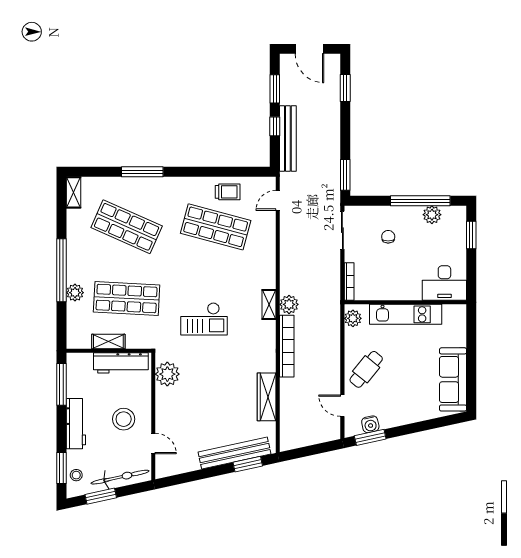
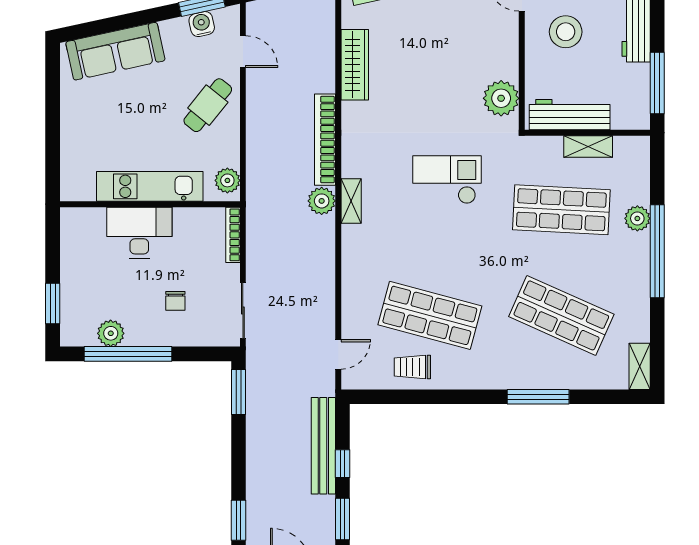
desk: (444, 283) -> (139, 233), moved
sofa: (453, 379) -> (115, 51), moved, turned 78

